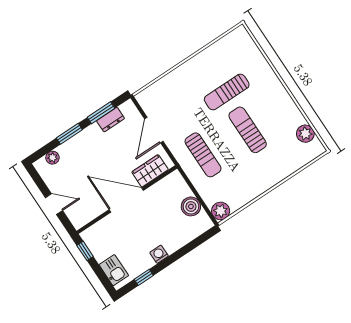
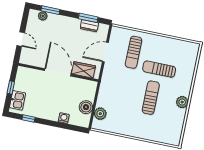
window: (69, 134) -> (50, 10), moved
plant: (305, 134) -> (182, 102), moved
sun lounger: (203, 155) -> (134, 52), moved
plant: (221, 211) -> (100, 114), moved
window: (85, 251) -> (11, 88), moved
washing machine: (159, 254) -> (64, 118), moved

